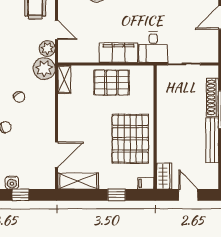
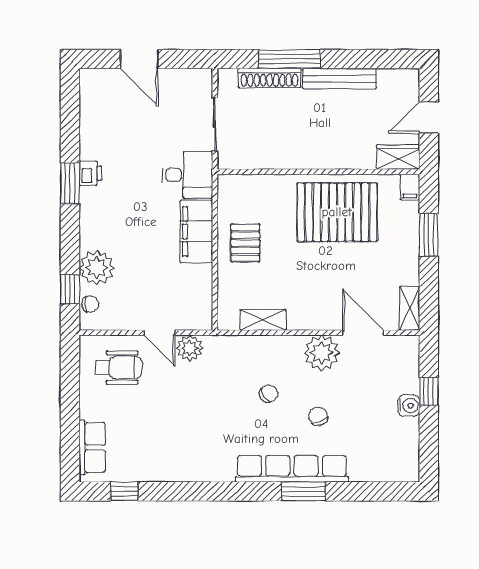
door: (57, 30) -> (159, 333), swing flipped
plant: (44, 69) -> (322, 353), moved
shelving: (64, 79) -> (263, 320), moved
pallet: (112, 83) -> (245, 243), width x0.67, depth x0.71
shelving: (78, 181) -> (410, 308), width x0.67, depth x0.75
window: (116, 195) -> (429, 235), width x1.50

